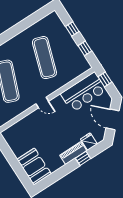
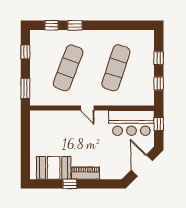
fridge: (89, 142) -> (107, 172), removed
window: (83, 158) -> (70, 184), moved
booth: (34, 167) -> (54, 168), moved, turned 90

